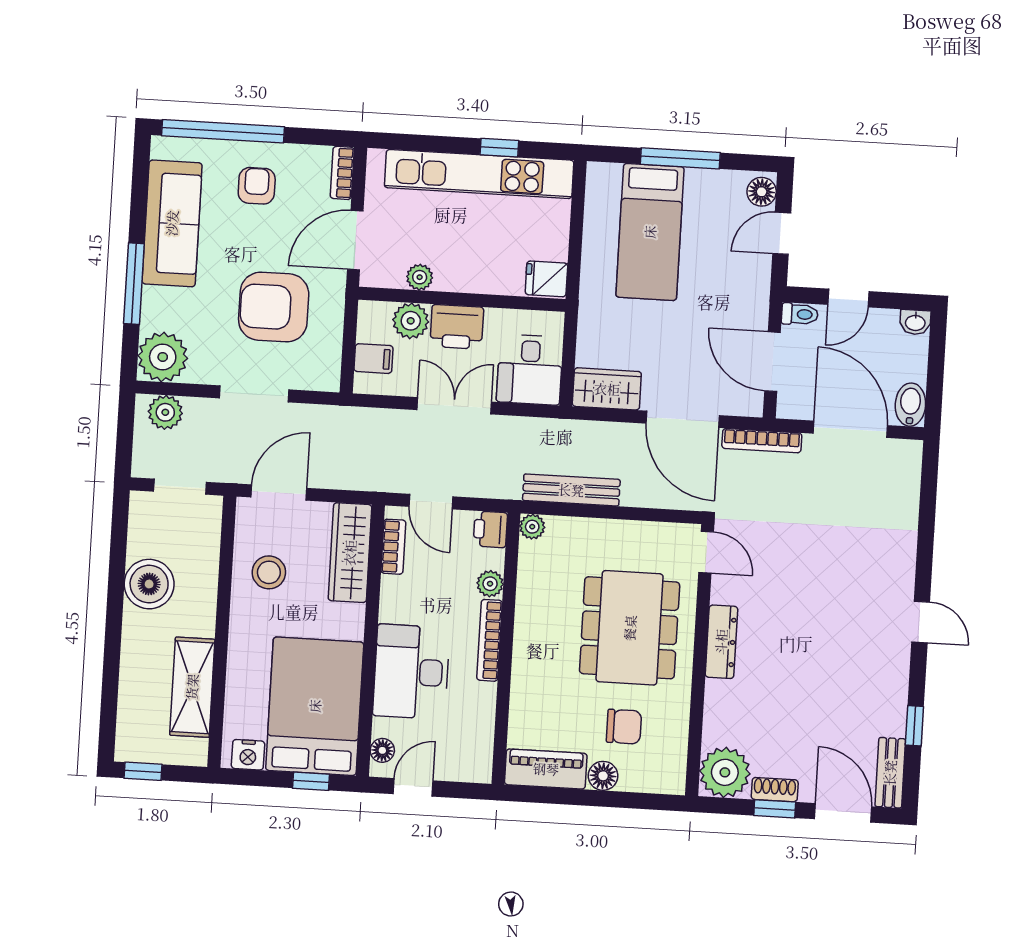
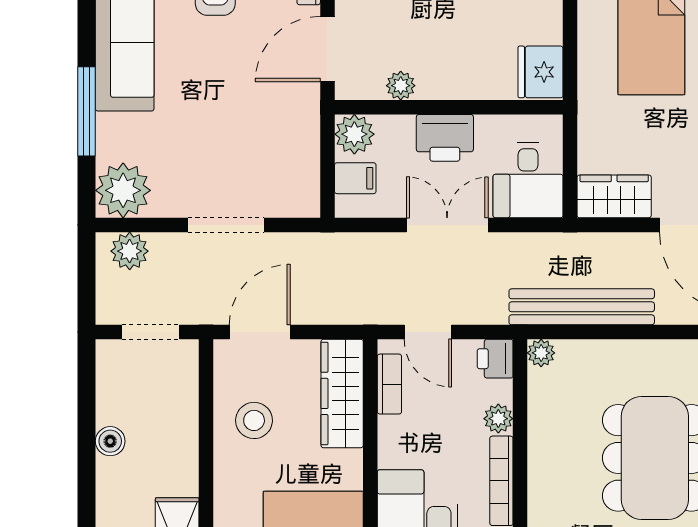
fridge: (546, 279) -> (540, 72), width x1.38
armchair: (274, 307) -> (242, 128), removed
plant: (411, 321) -> (354, 134), moved
bench: (571, 490) -> (582, 307), width x1.37, depth x1.21
boiler: (149, 584) -> (110, 441), width x0.54, depth x0.54

